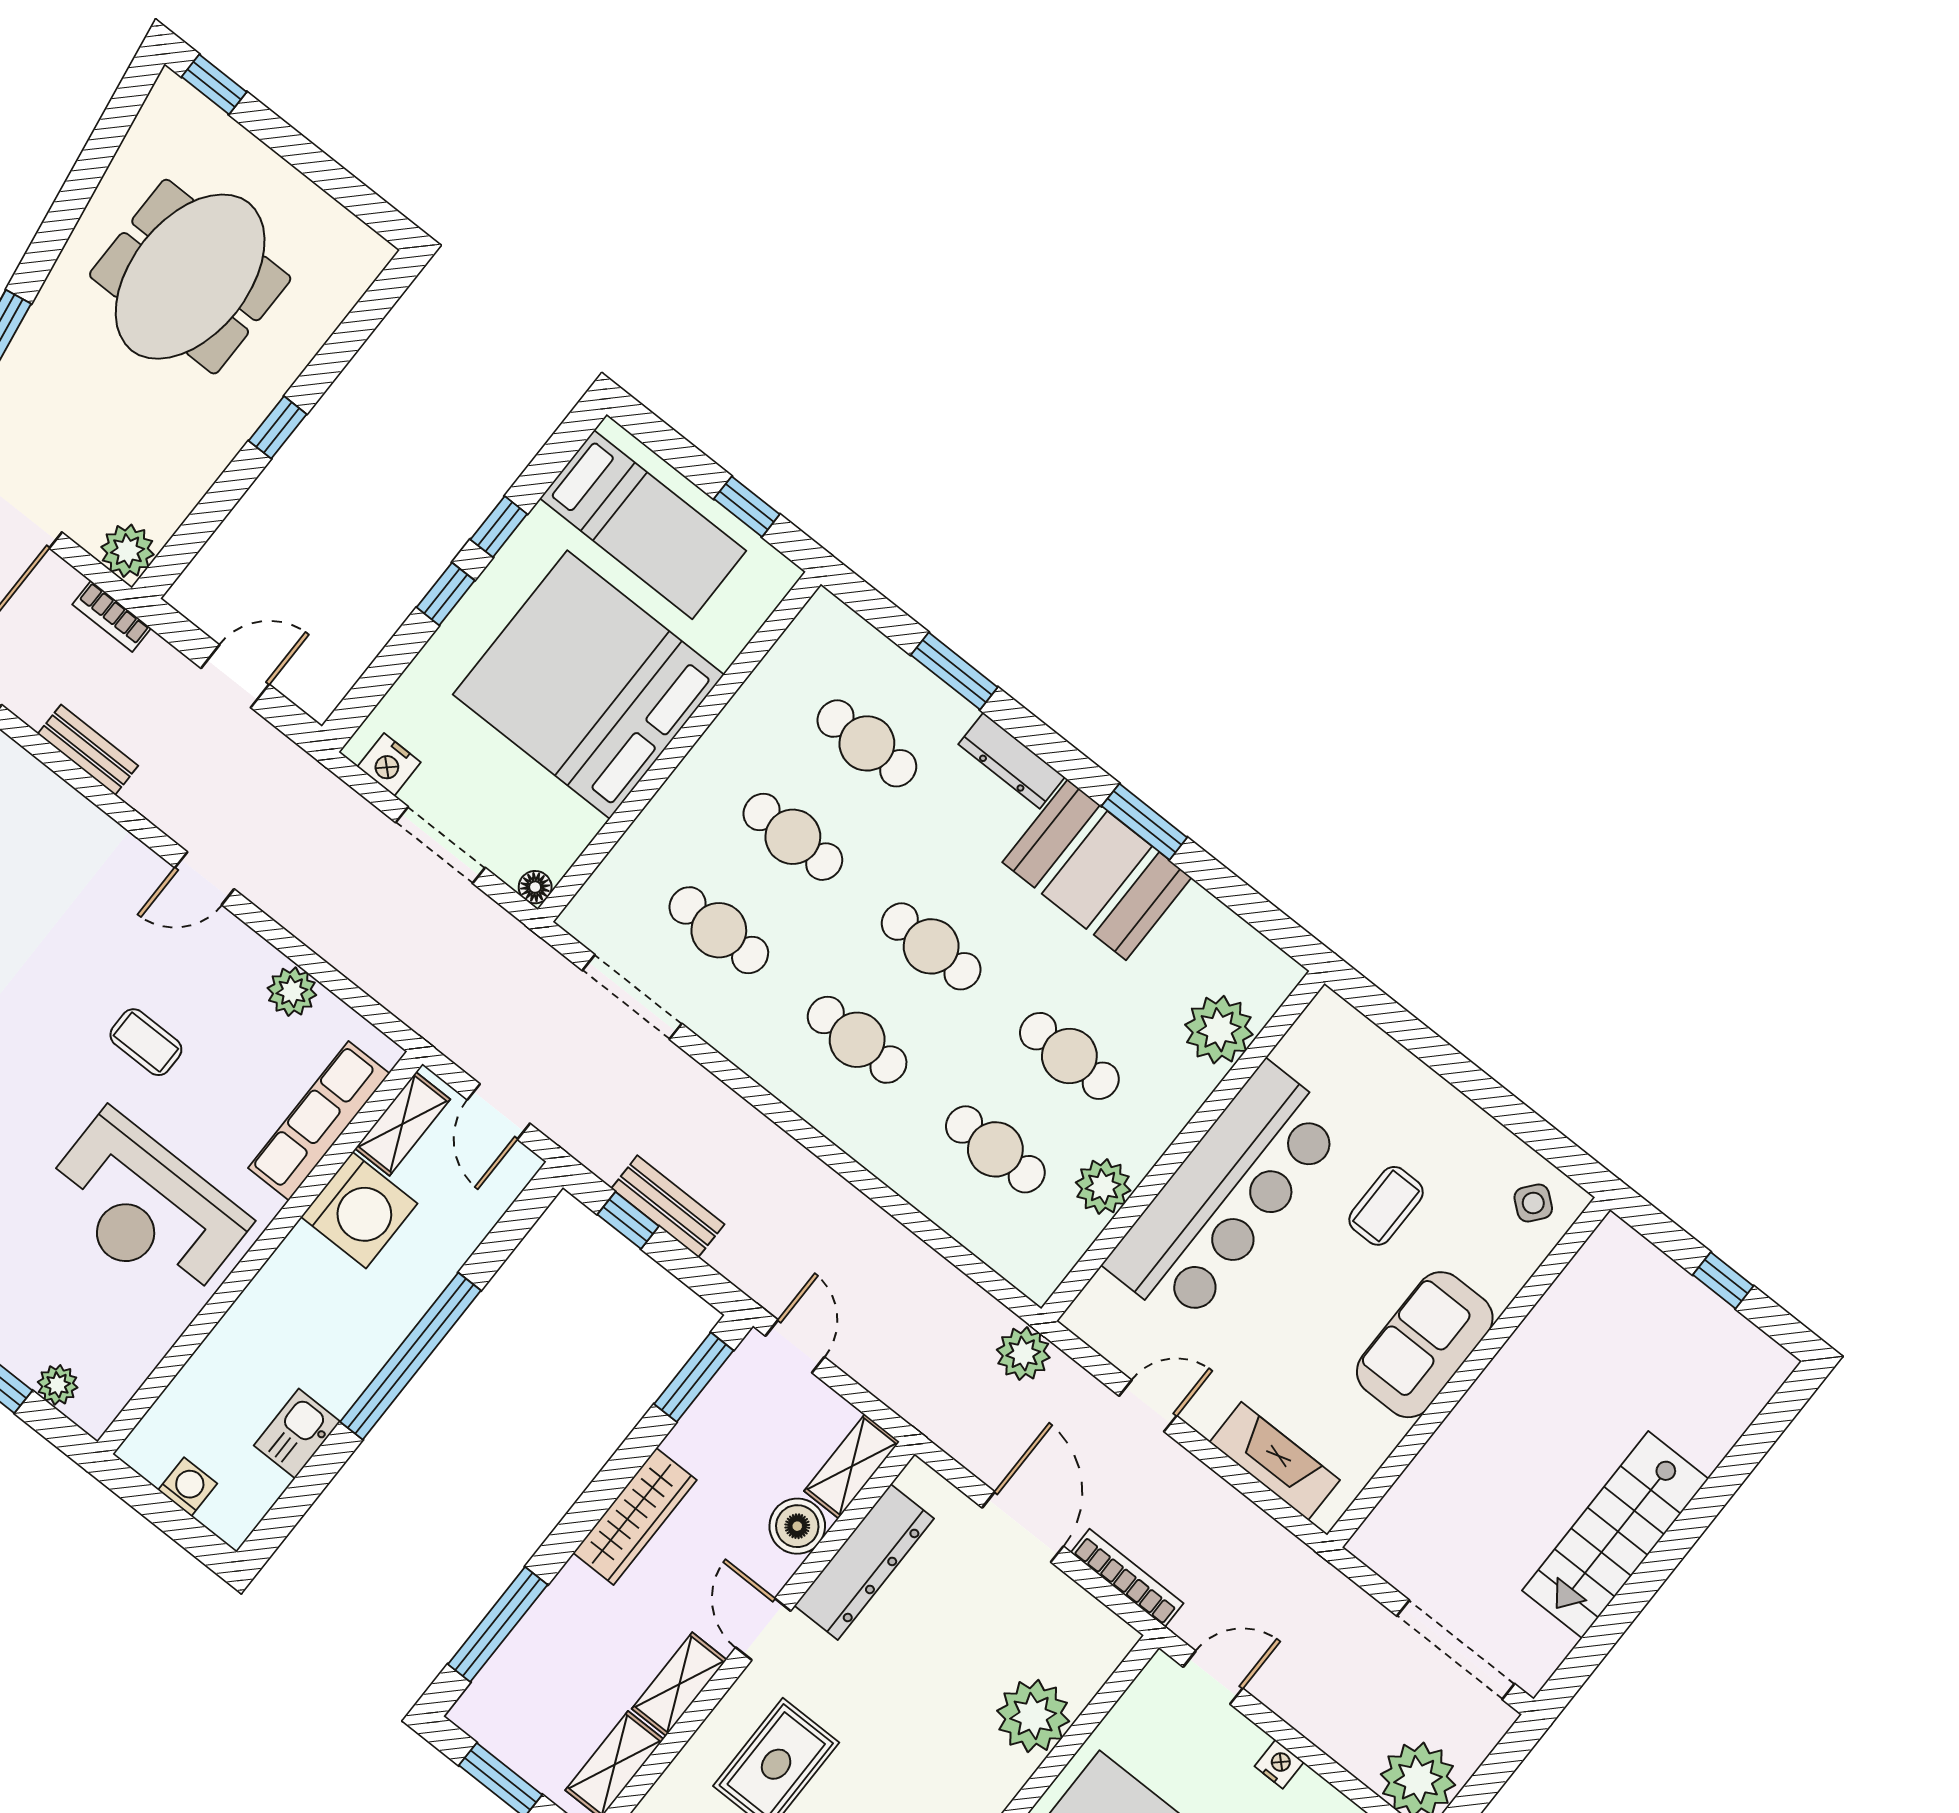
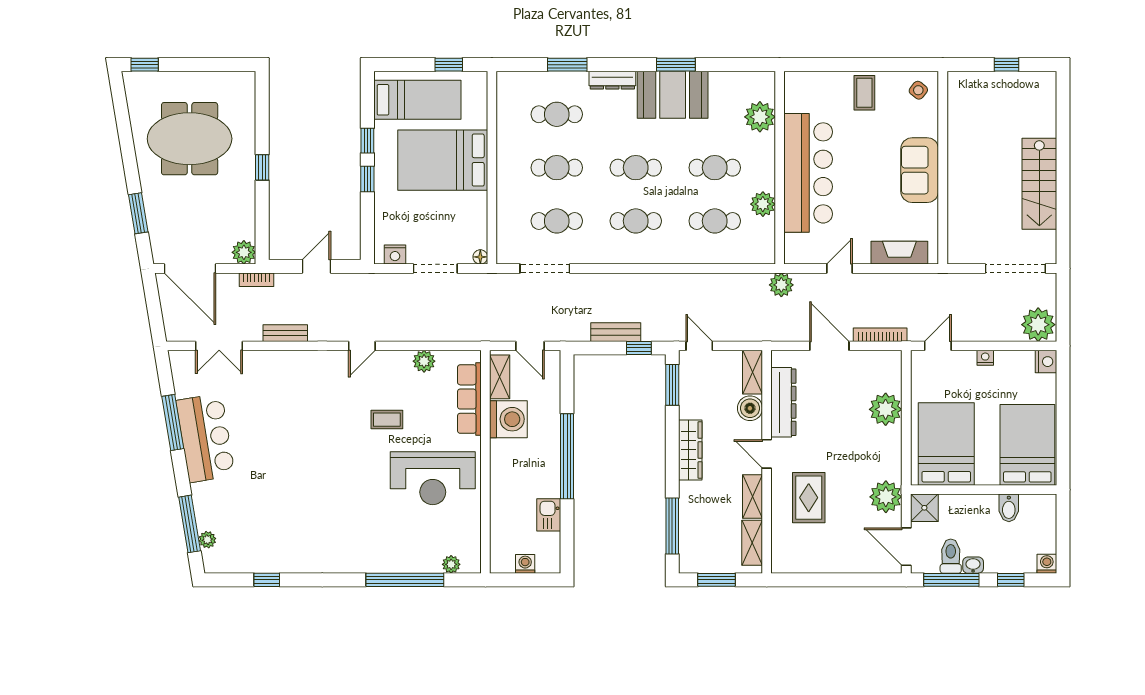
meeting table: (190, 277) -> (190, 139), turned 90
bed: (589, 685) -> (443, 160), width x0.73
coffee table: (1386, 1206) -> (864, 93), moved
window: (628, 1220) -> (639, 348), moved

